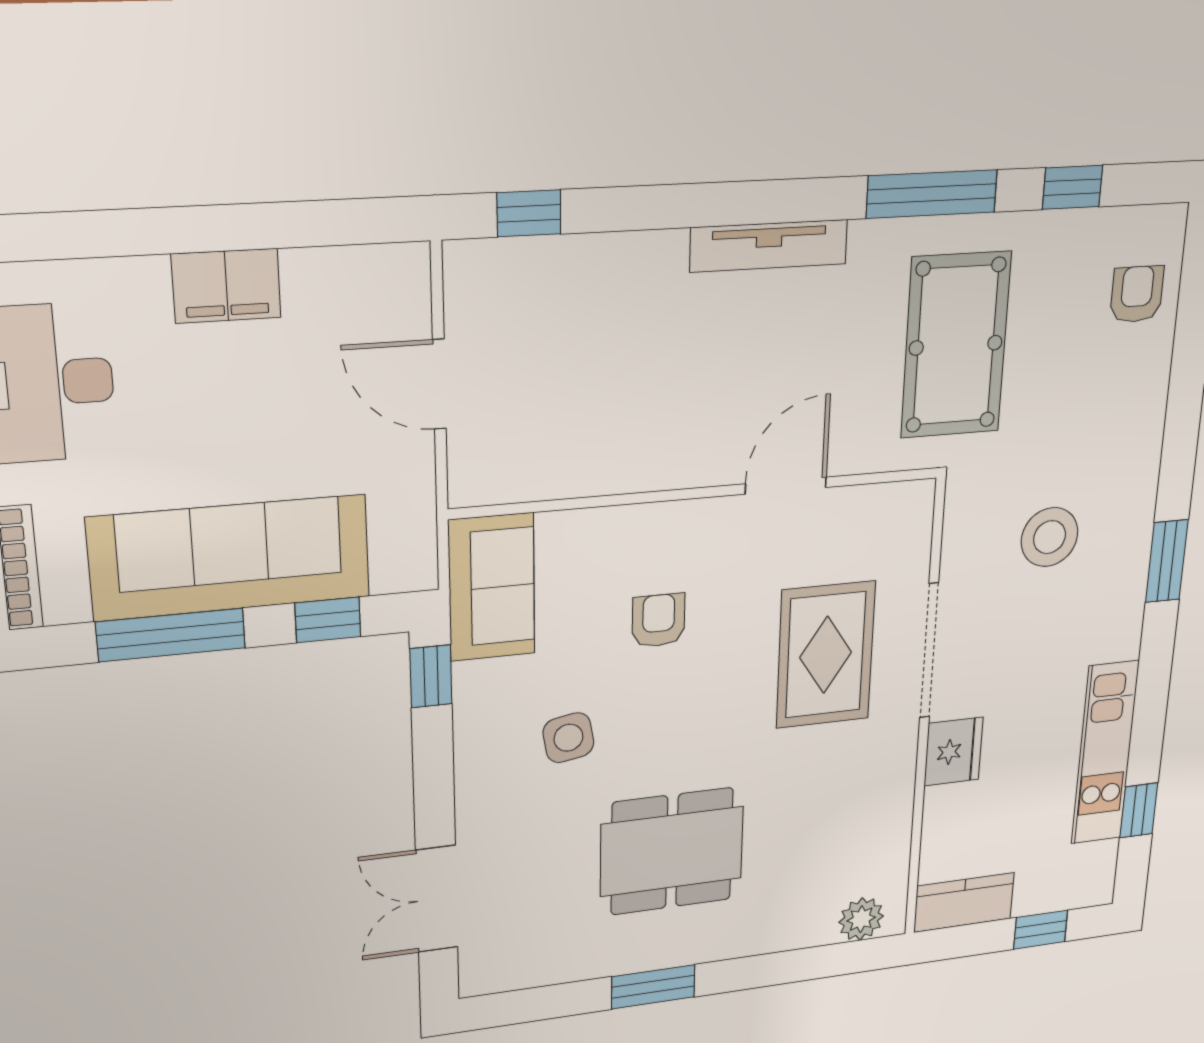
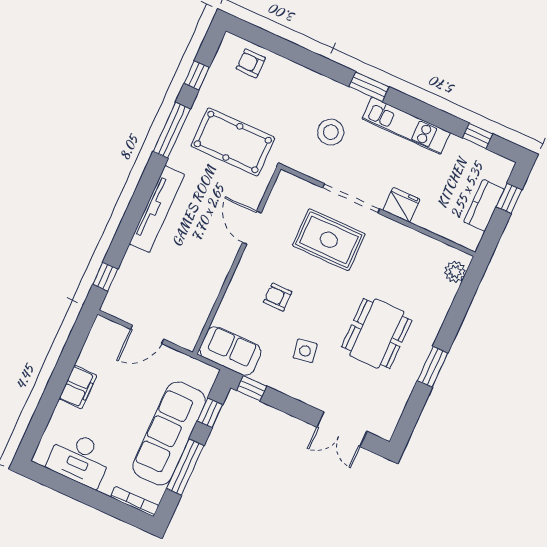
tv unit: (769, 246) -> (157, 209), width x1.36, depth x1.29
kitchen unit: (1105, 753) -> (406, 126), moved
kitchen counter: (964, 902) -> (484, 206), moved

